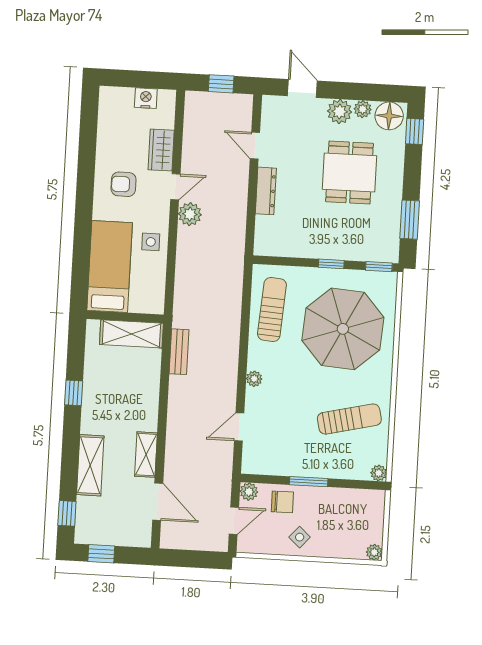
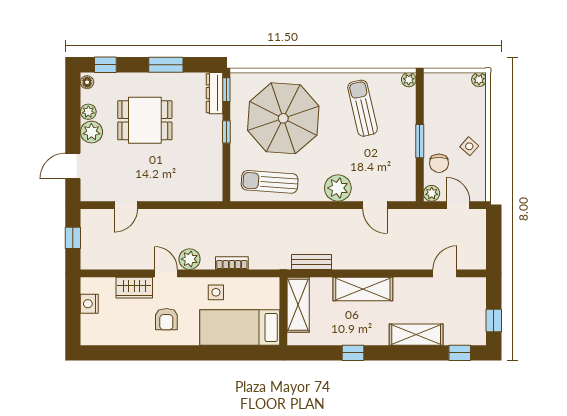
floor lamp: (389, 116) -> (87, 82), width x0.53, depth x0.53
dresser: (266, 191) -> (215, 93), moved, turned -90
window: (410, 220) -> (166, 65), moved
bookcase: (183, 262) -> (232, 263), added
plant: (254, 379) -> (338, 188), width x1.87, depth x1.87
shelving: (146, 455) -> (363, 289), moved, width x1.50, depth x1.33
door: (158, 502) -> (445, 273), width x0.73
chair: (282, 502) -> (439, 163), turned 180

